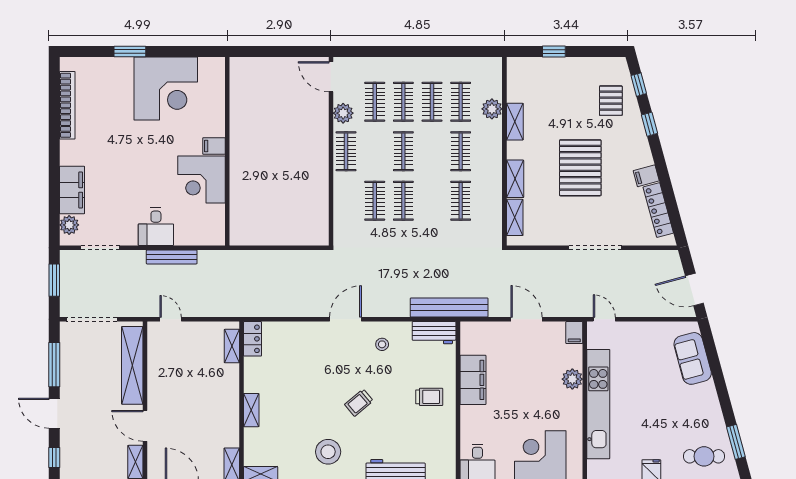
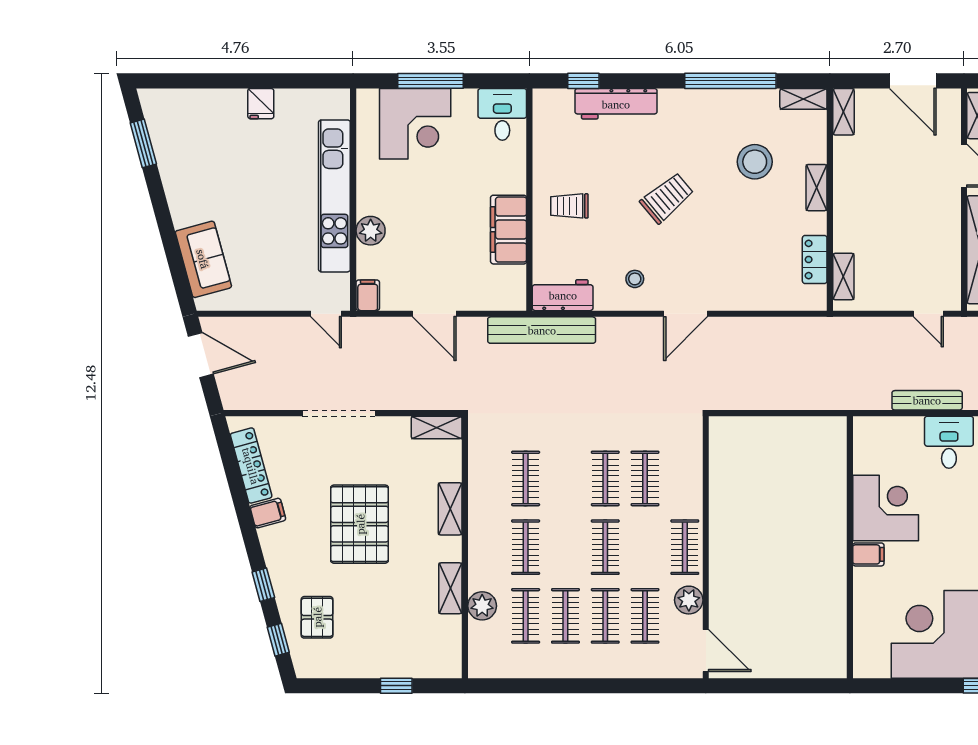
shelving: (515, 217) -> (437, 427), moved, turned 90
locker: (253, 339) -> (815, 259), moved
trolley: (359, 403) -> (667, 198), width x1.36, depth x1.39
stool: (328, 452) -> (755, 162), moved
cafe table: (704, 456) -> (188, 123), removed

